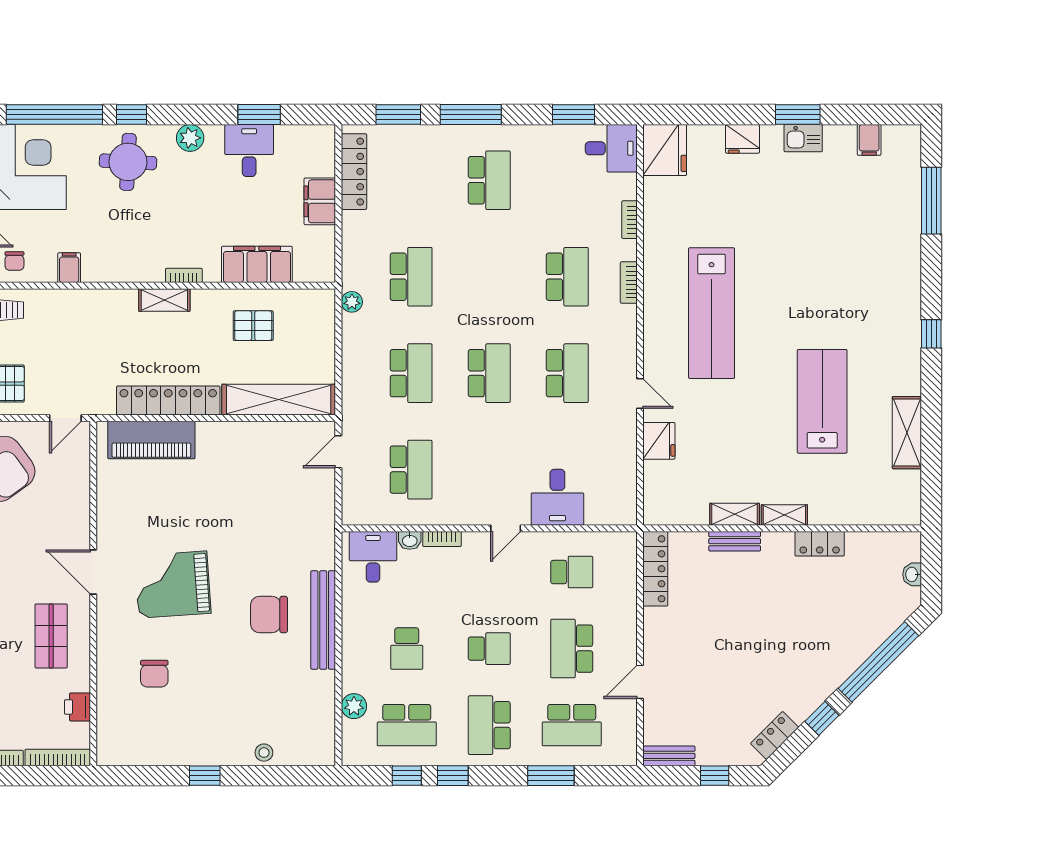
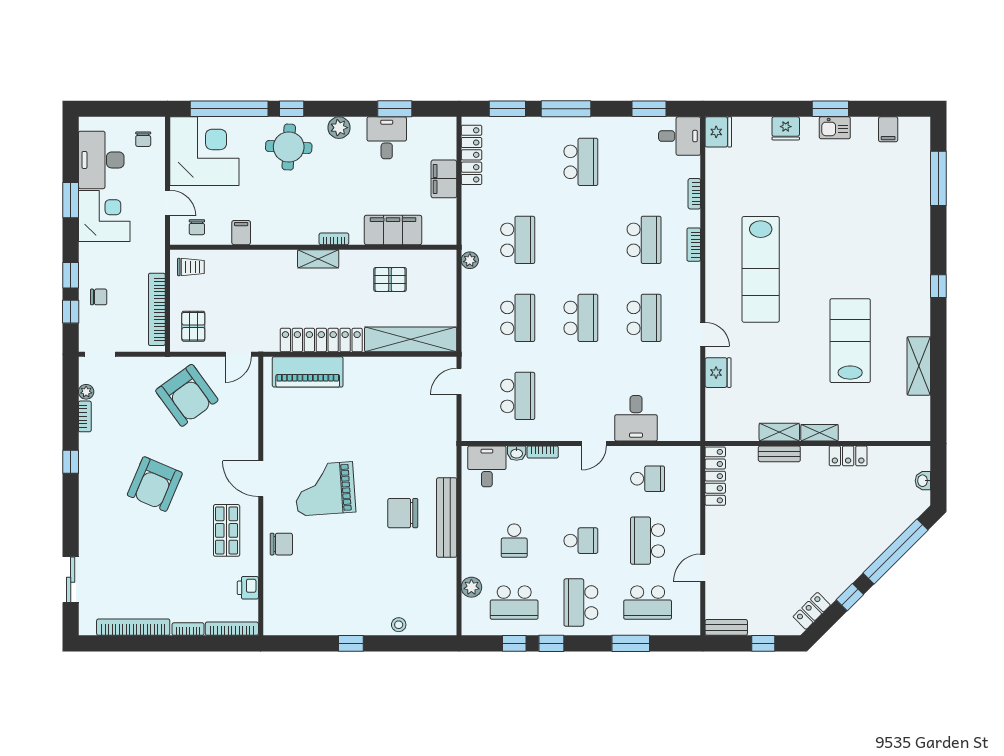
fridge: (665, 150) -> (718, 132), width x0.73, depth x0.75
chair: (154, 674) -> (281, 544), moved, turned -90

